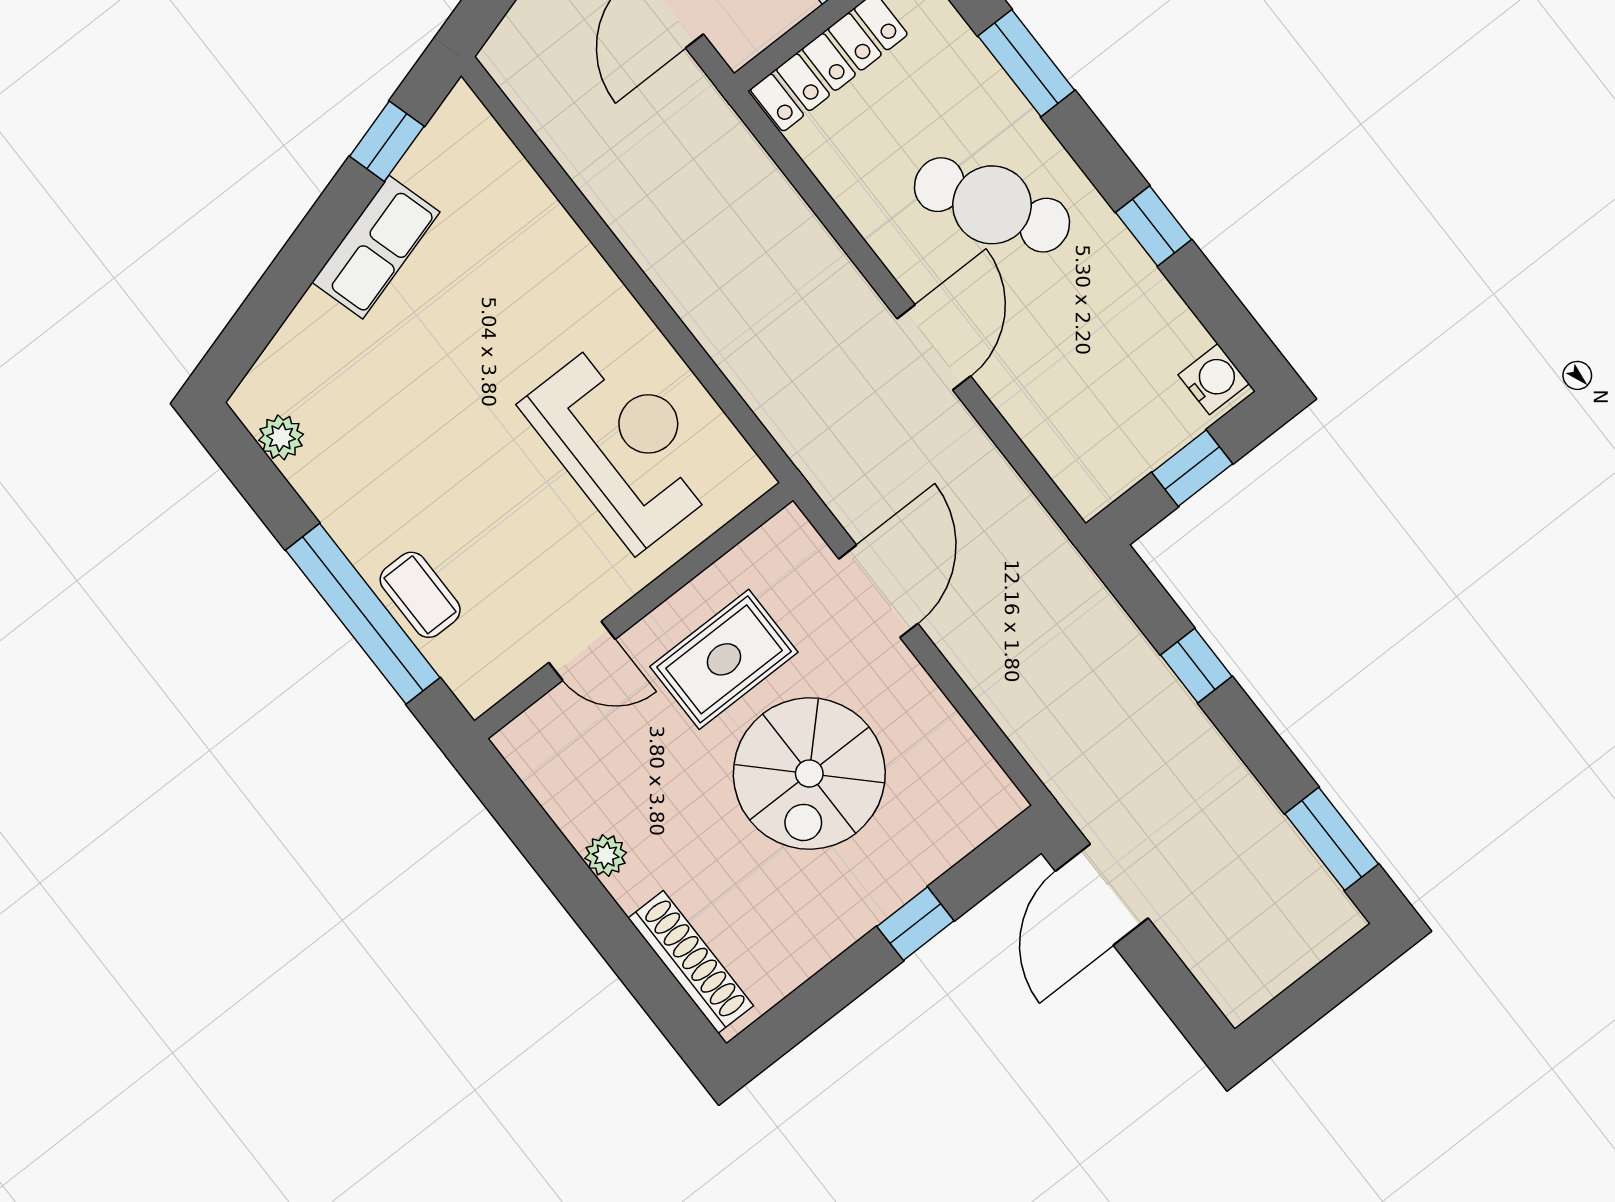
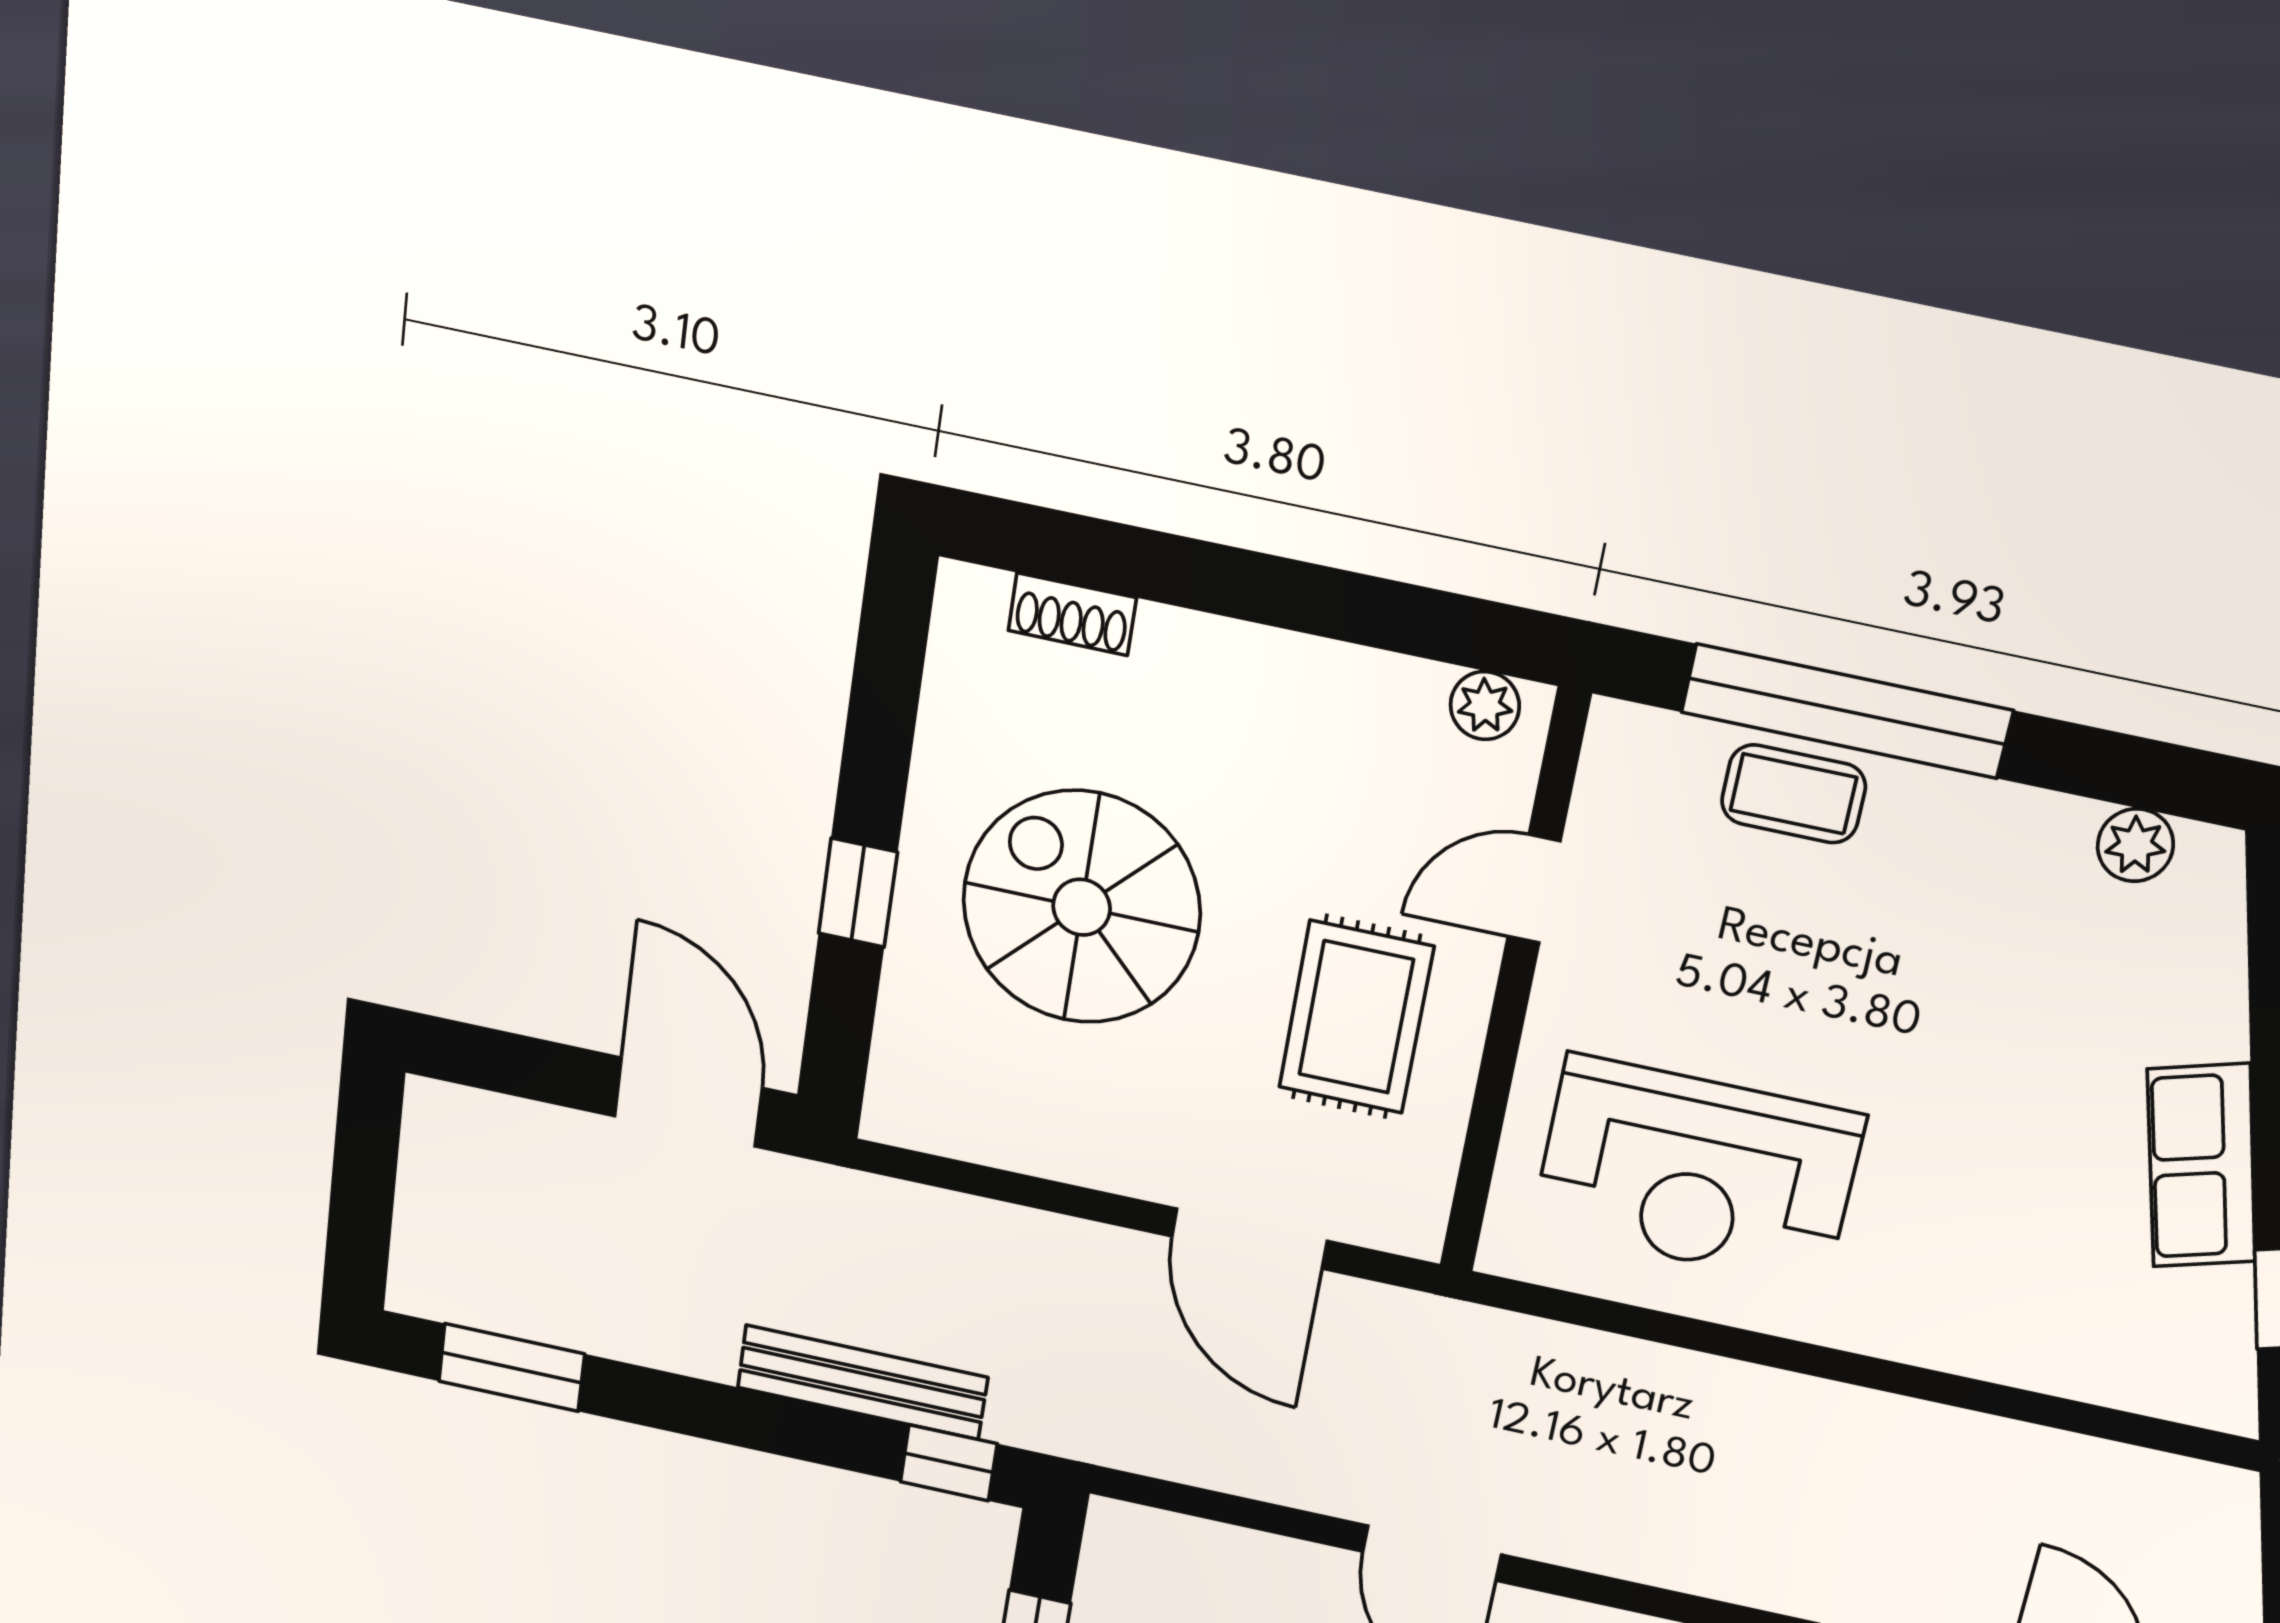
window: (1196, 666) -> (949, 1463), moved
bench: (1151, 680) -> (862, 1382), added
spiral stairs: (809, 774) -> (1082, 907), moved
plant: (606, 855) -> (1485, 706), moved
shoe rack: (691, 962) -> (1072, 614), width x0.51, depth x0.81

